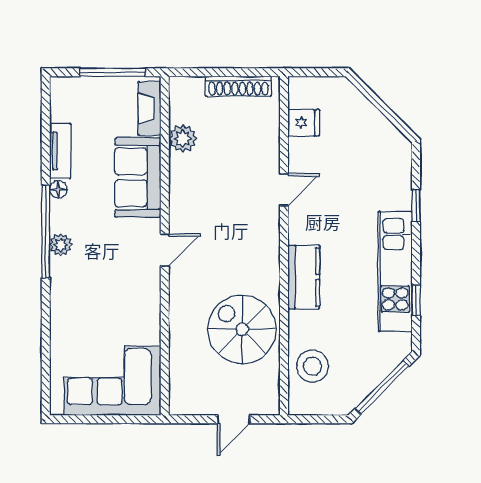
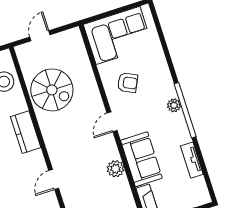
plant: (183, 138) -> (116, 169), moved
floor lamp: (58, 189) -> (186, 137), removed
armchair: (121, 303) -> (128, 83), added

